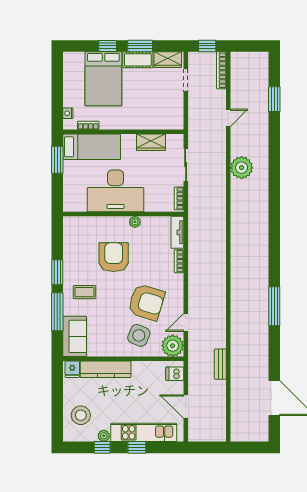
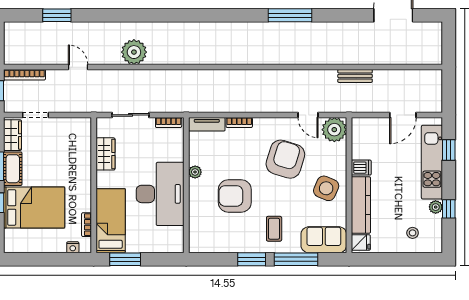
side table: (139, 335) -> (326, 188), moved
dishwasher: (175, 374) -> (361, 168), moved, turned -90
stool: (81, 415) -> (413, 233), width x0.53, depth x0.53
window: (137, 447) -> (449, 150), moved

